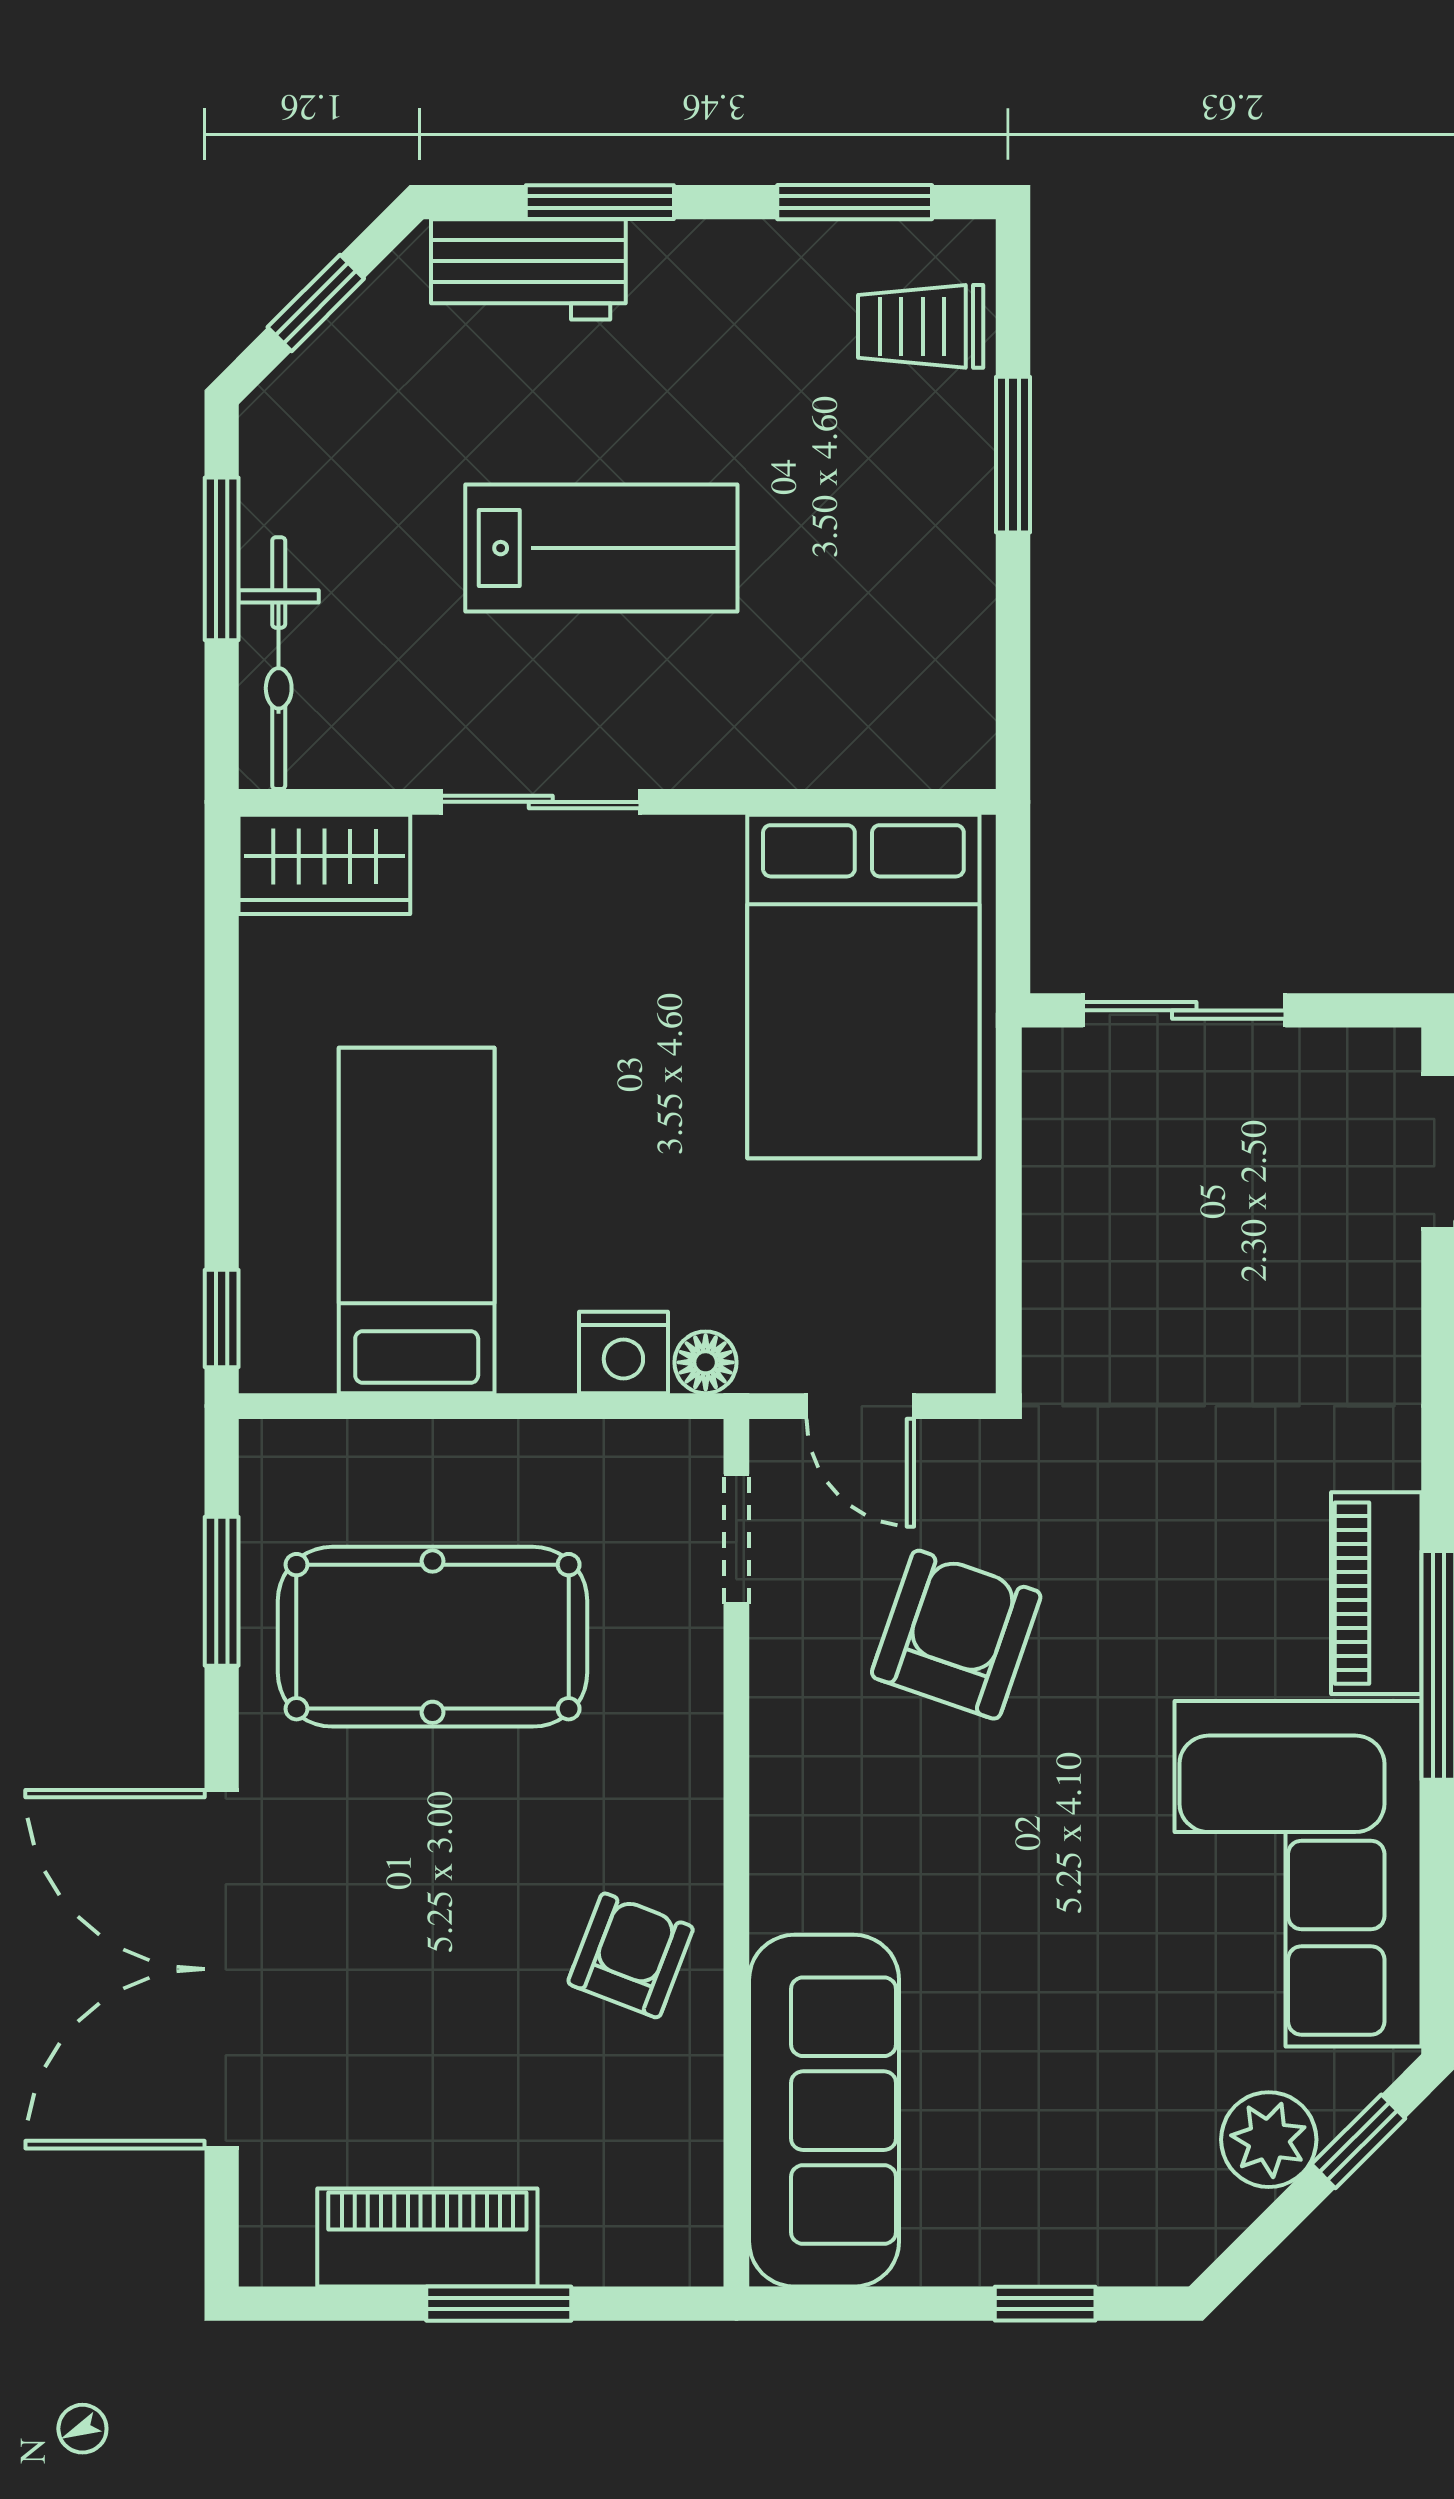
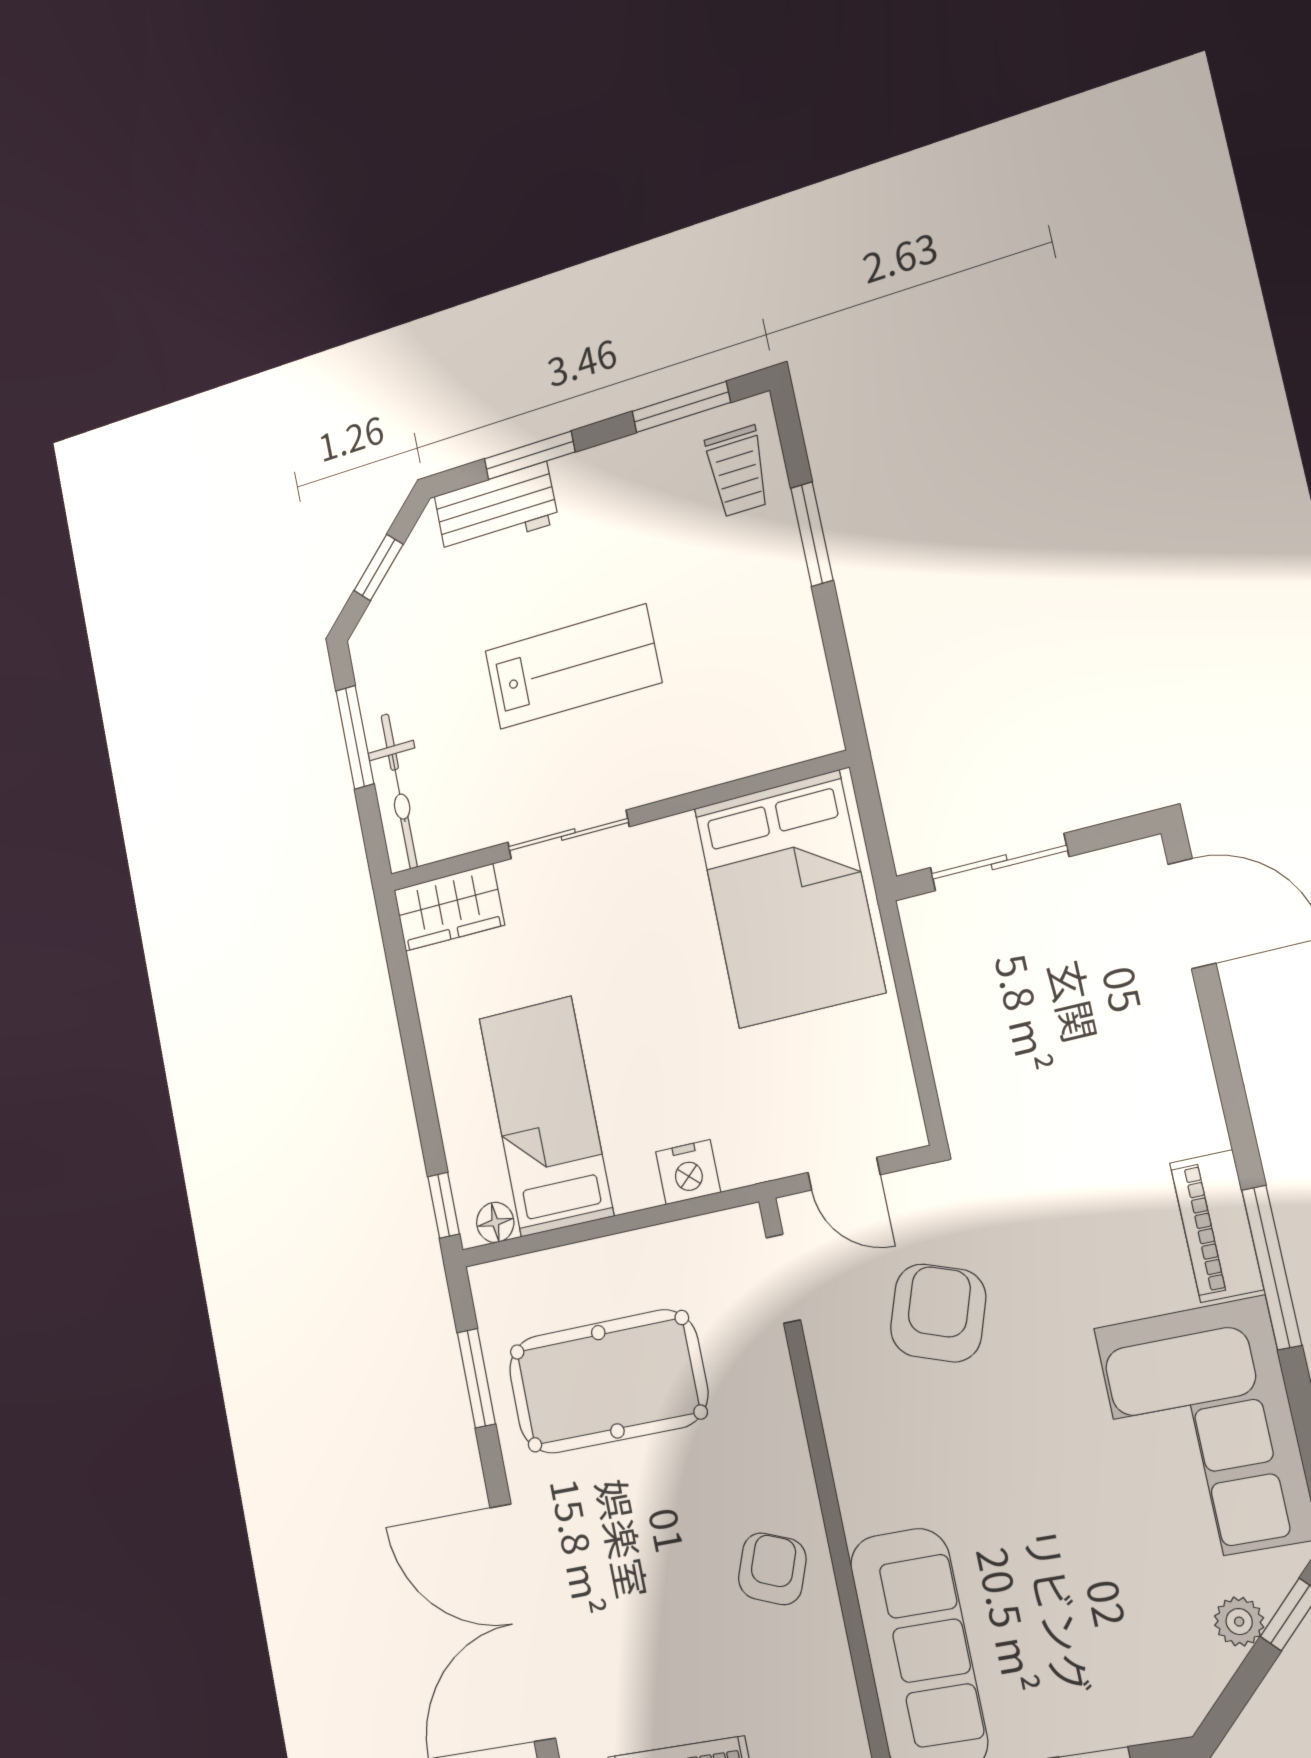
trolley: (921, 326) -> (738, 471), turned -90
floor lamp: (706, 1362) -> (495, 1222), moved
plant: (1269, 2140) -> (1239, 1622), width x0.73, depth x0.73

